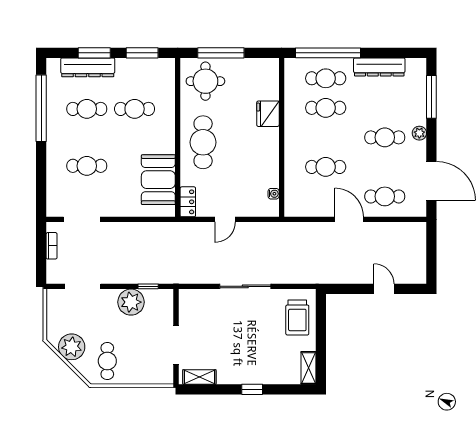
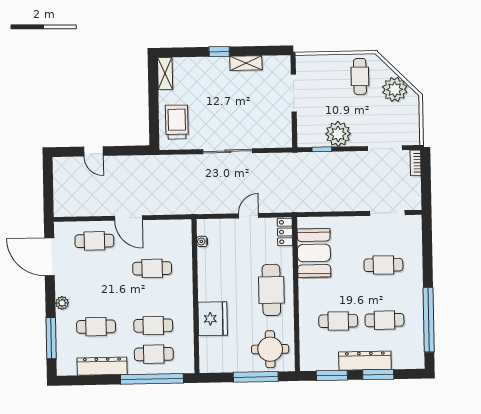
dresser: (88, 67) -> (365, 361), moved
fridge: (268, 114) -> (213, 319), width x1.36, depth x1.34
cafe table: (385, 137) -> (96, 327), moved
bookcase: (52, 246) -> (416, 163), moved
shelving: (199, 377) -> (246, 63), moved

